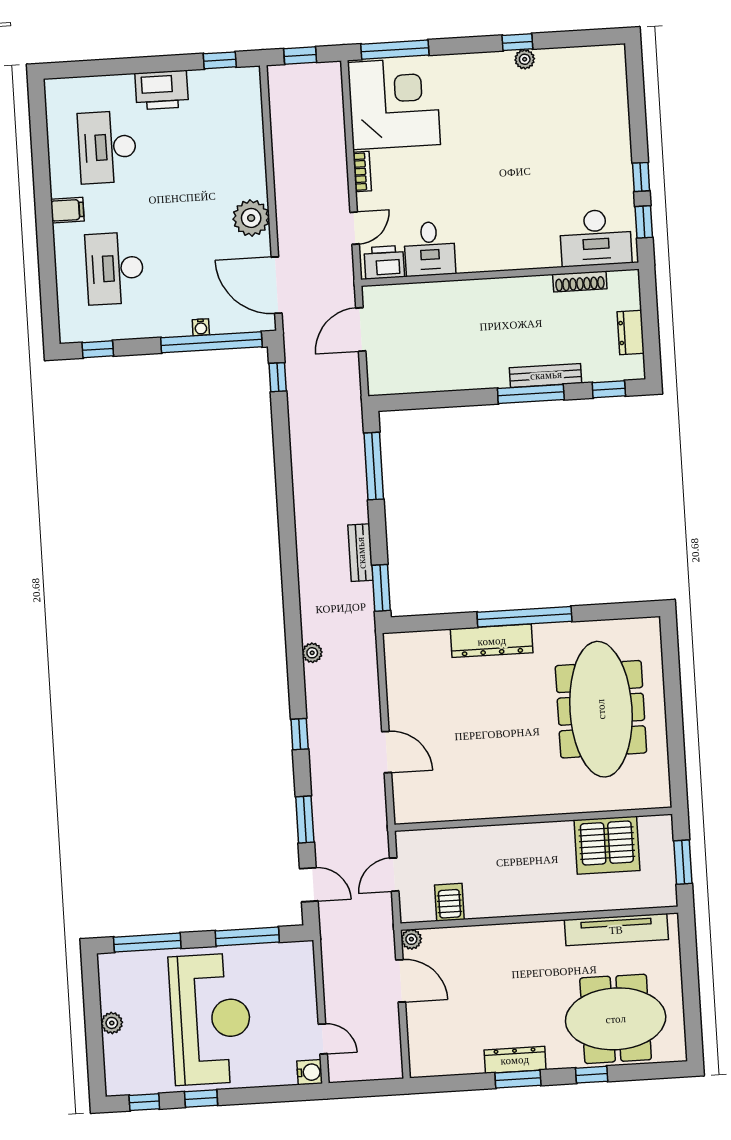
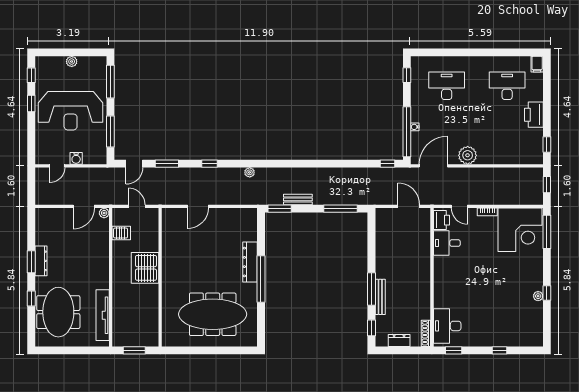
window: (641, 177) -> (500, 350), moved
filing cabinet: (67, 210) -> (537, 64), moved
shoe rack: (580, 281) -> (426, 333), moved
server rack: (607, 845) -> (145, 268), moved
water cooler: (310, 1072) -> (76, 158), moved

